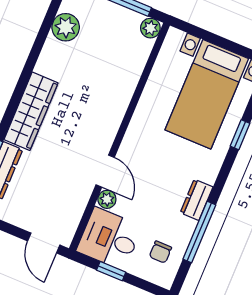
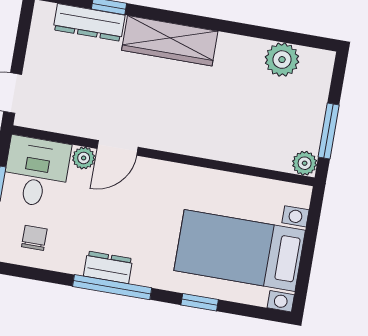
window: (199, 232) -> (112, 287), moved
chair: (160, 252) -> (34, 238), turned 90

